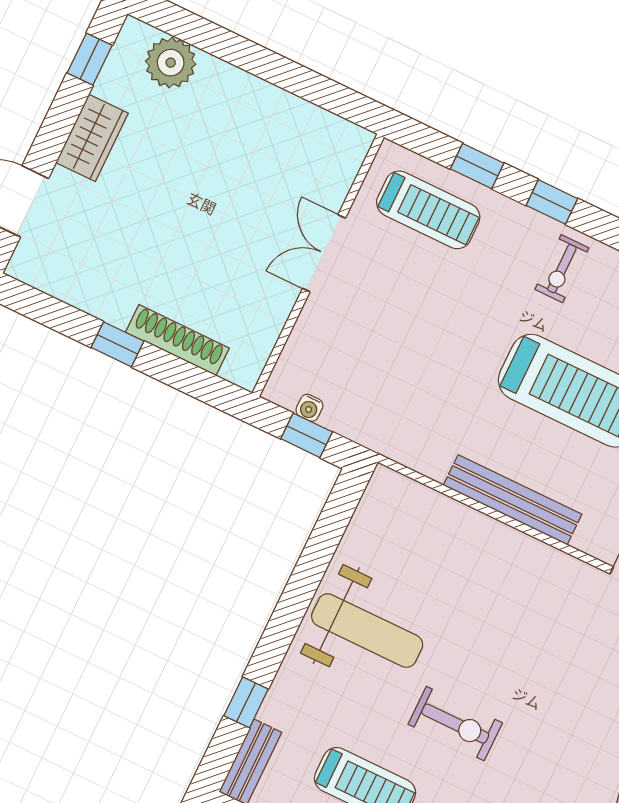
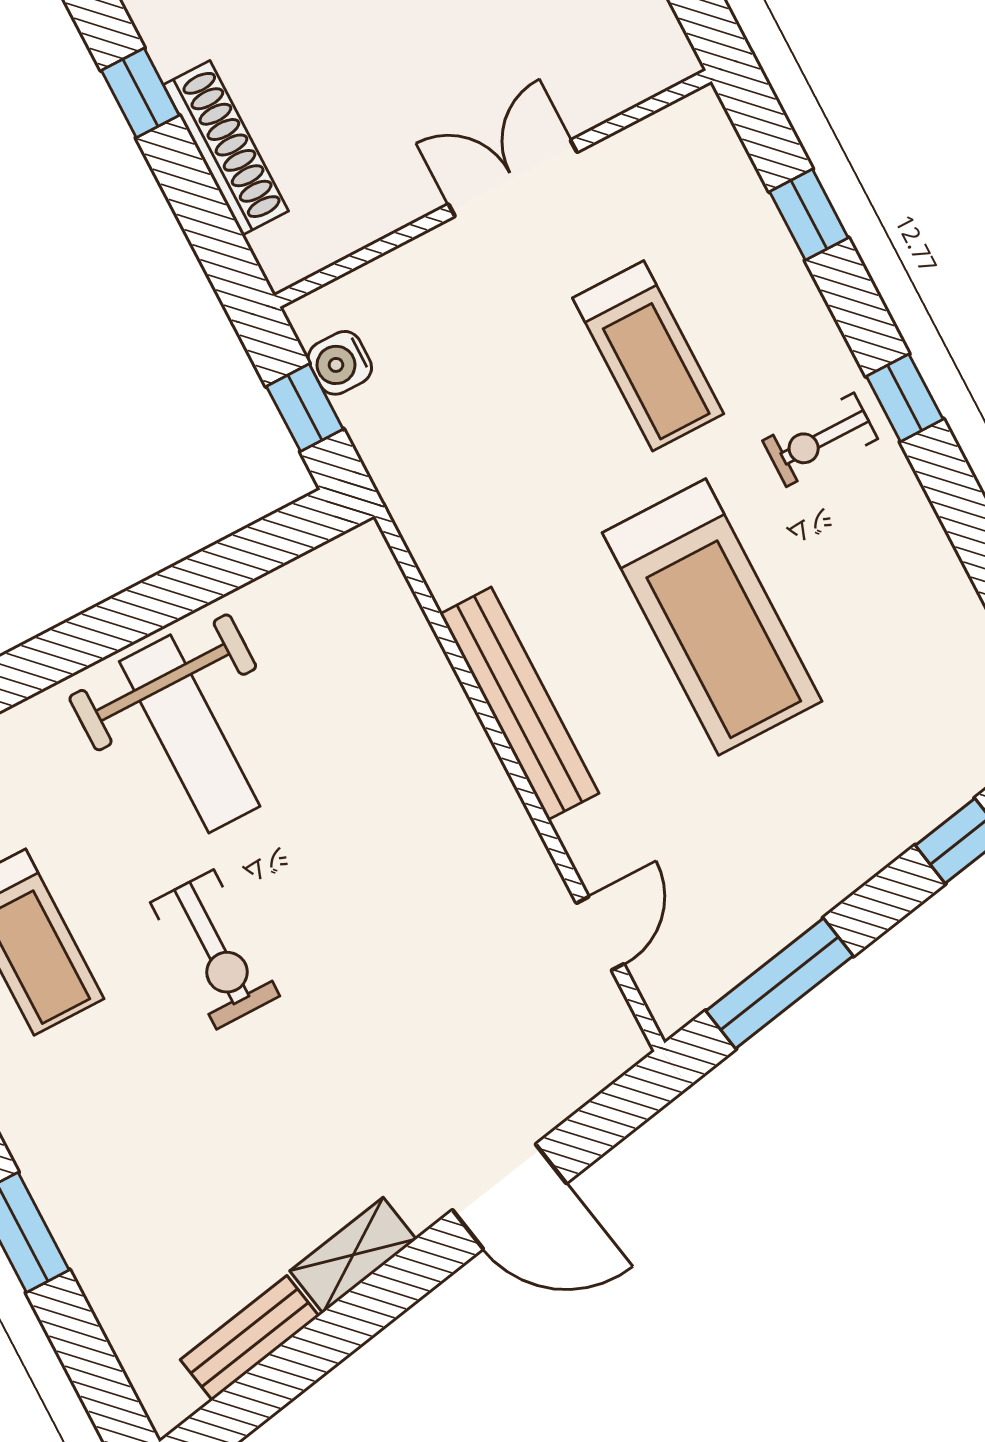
window: (552, 202) -> (905, 398), moved
treadmill: (428, 210) -> (648, 356), moved
water cooler: (309, 408) -> (340, 363), width x1.38, depth x1.38

